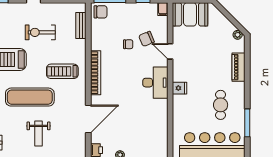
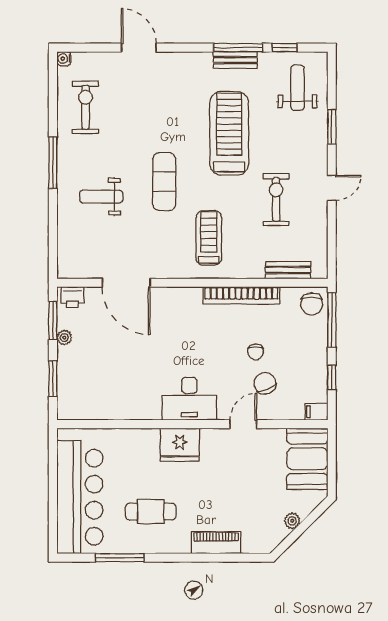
plant: (238, 35) -> (292, 521), moved
bookcase: (96, 73) -> (242, 295), moved
fridge: (180, 88) -> (180, 445), width x1.88, depth x1.34
exercise mat: (30, 97) -> (164, 182), width x0.73, depth x0.69

